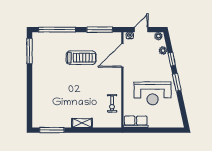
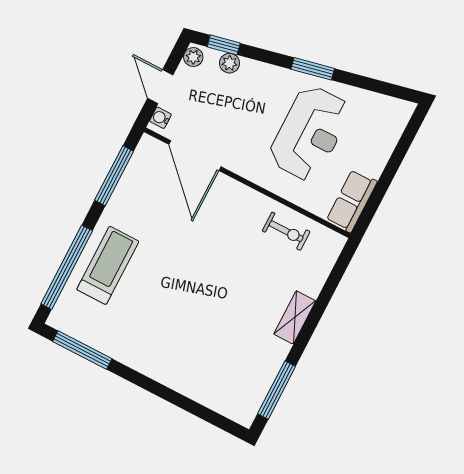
treadmill: (81, 58) -> (108, 265), moved
window: (172, 59) -> (224, 45), moved

